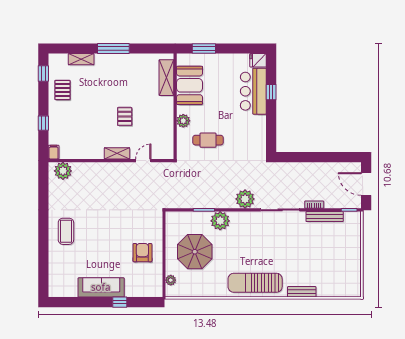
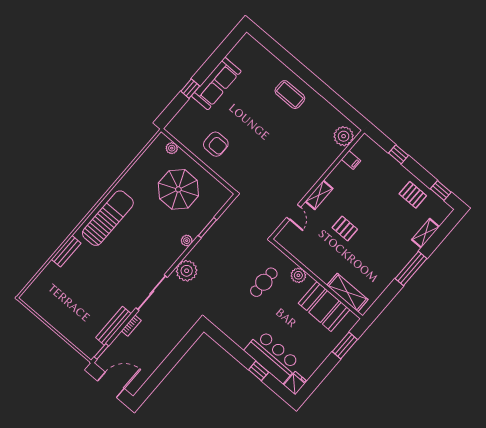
filing cabinet: (54, 152) -> (351, 160), moved
plant: (220, 221) -> (187, 241), width x0.53, depth x0.53

